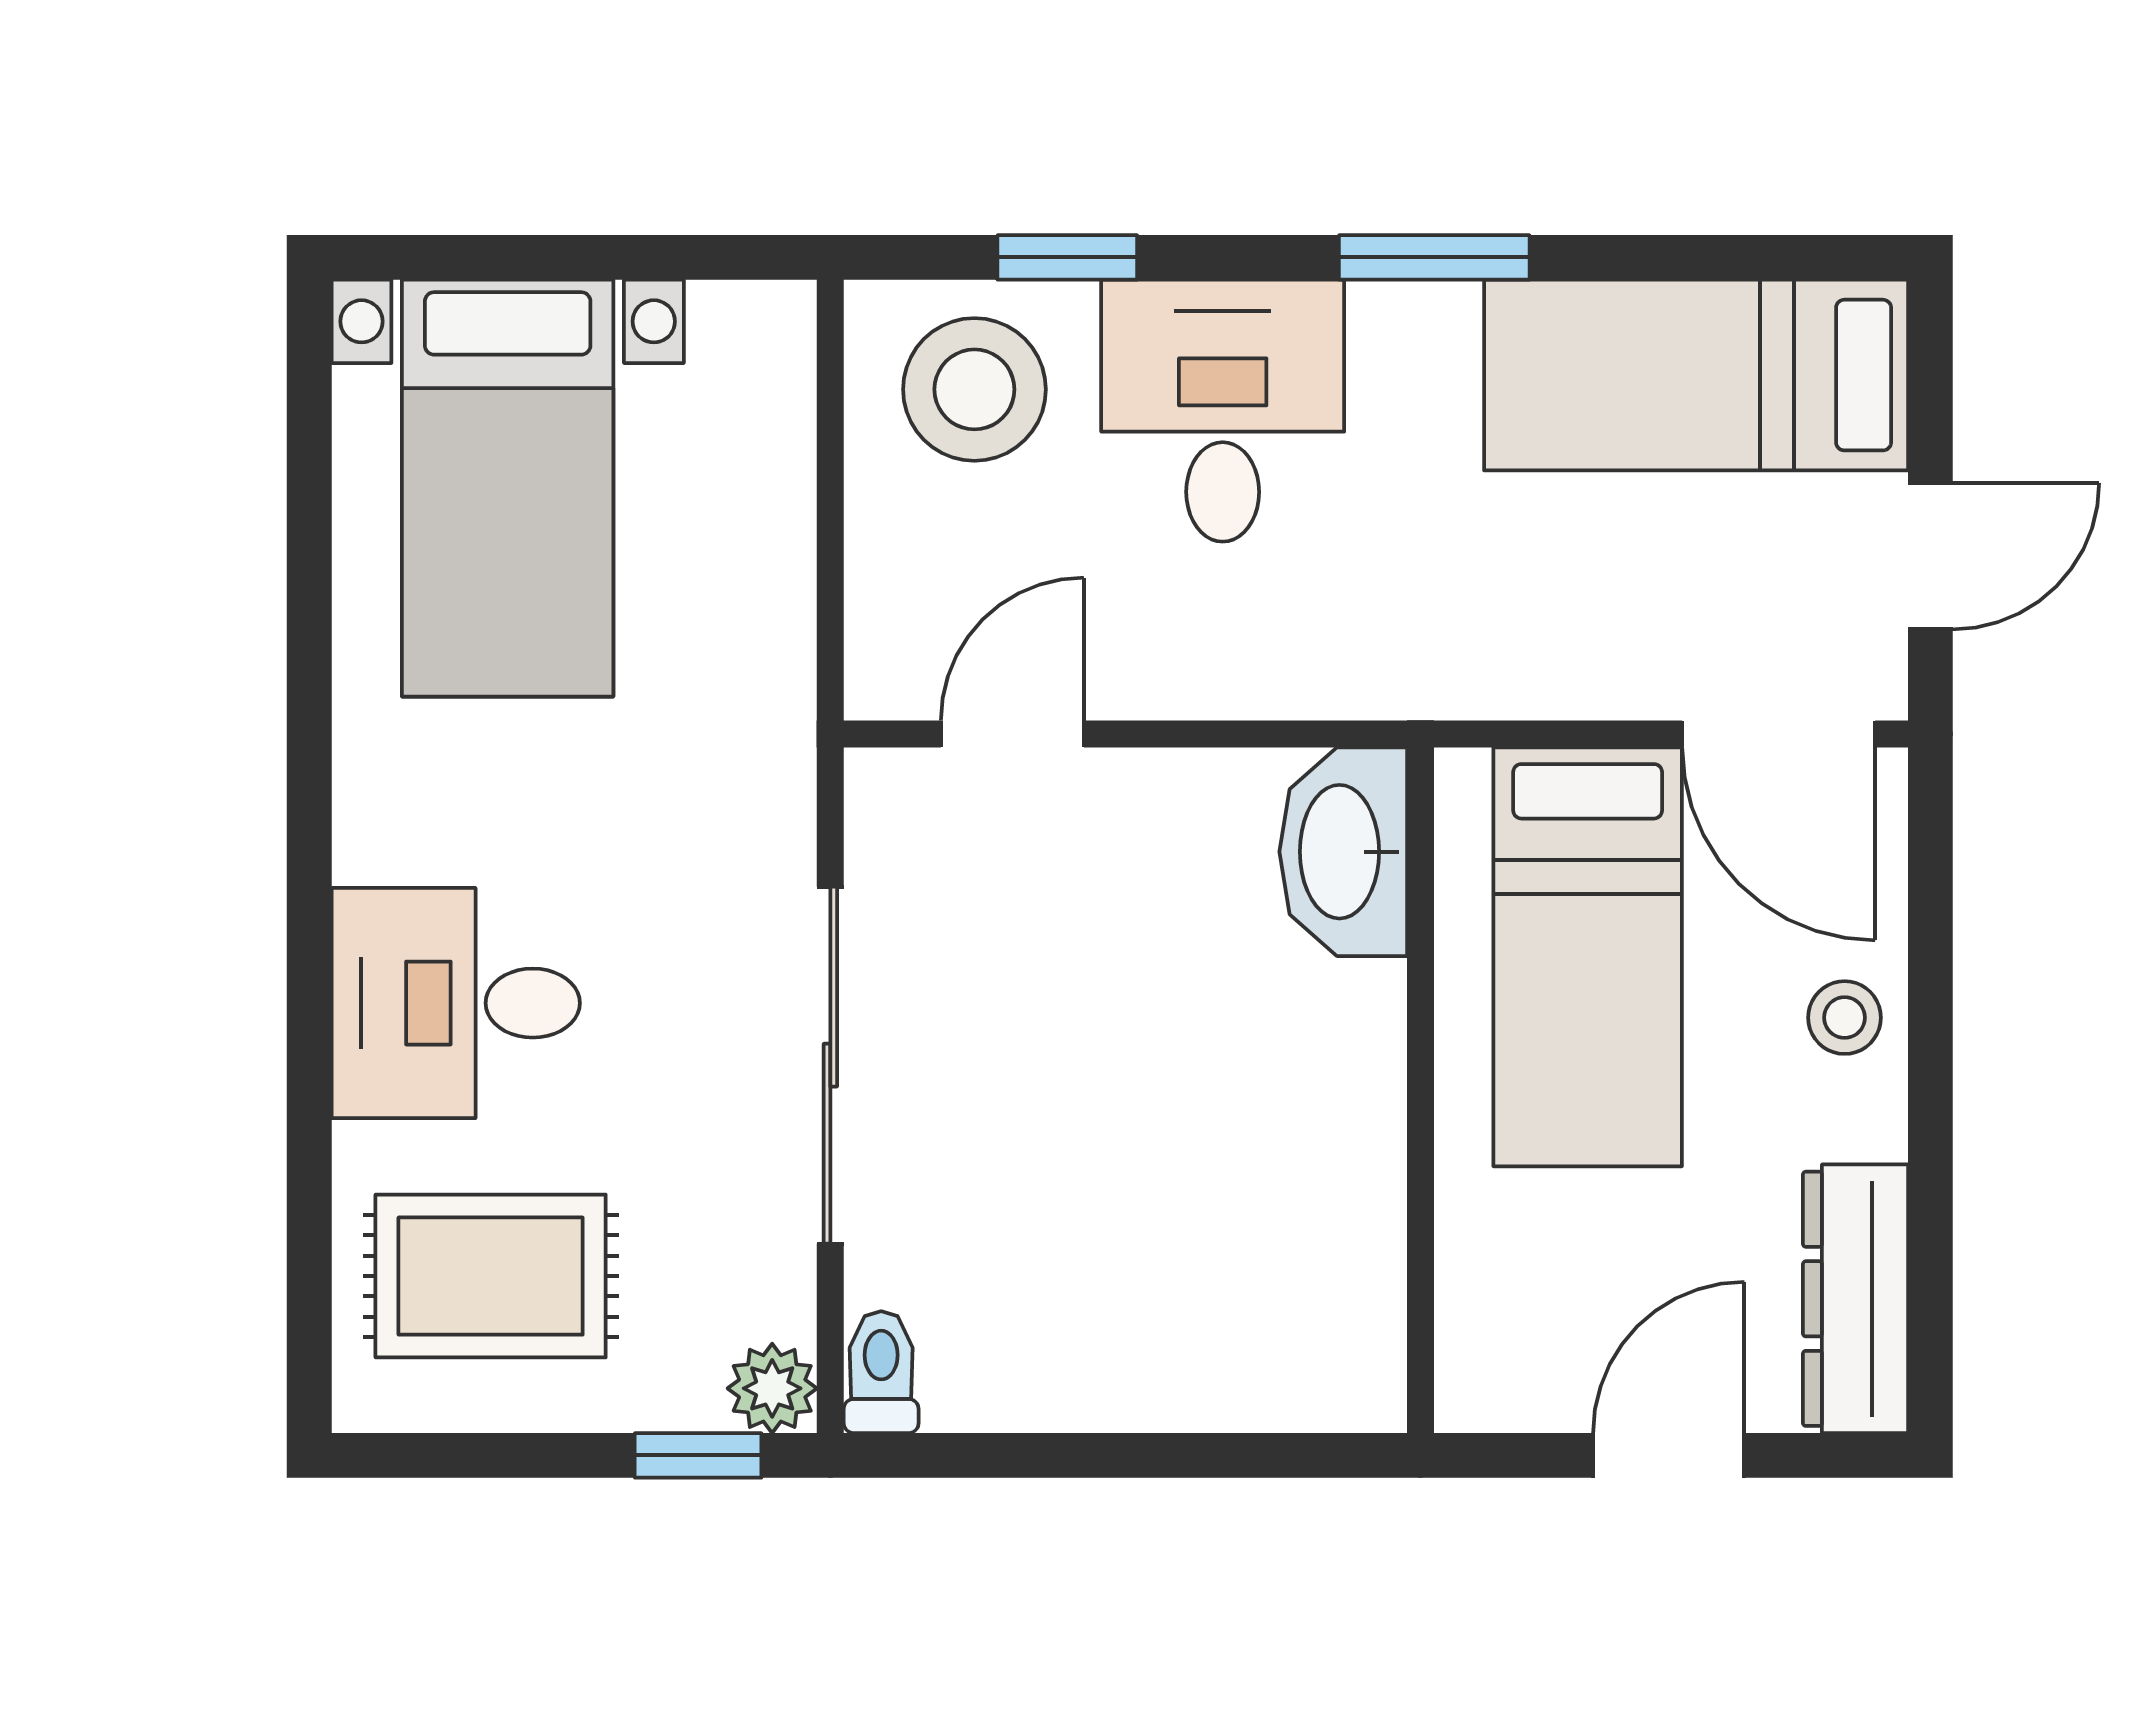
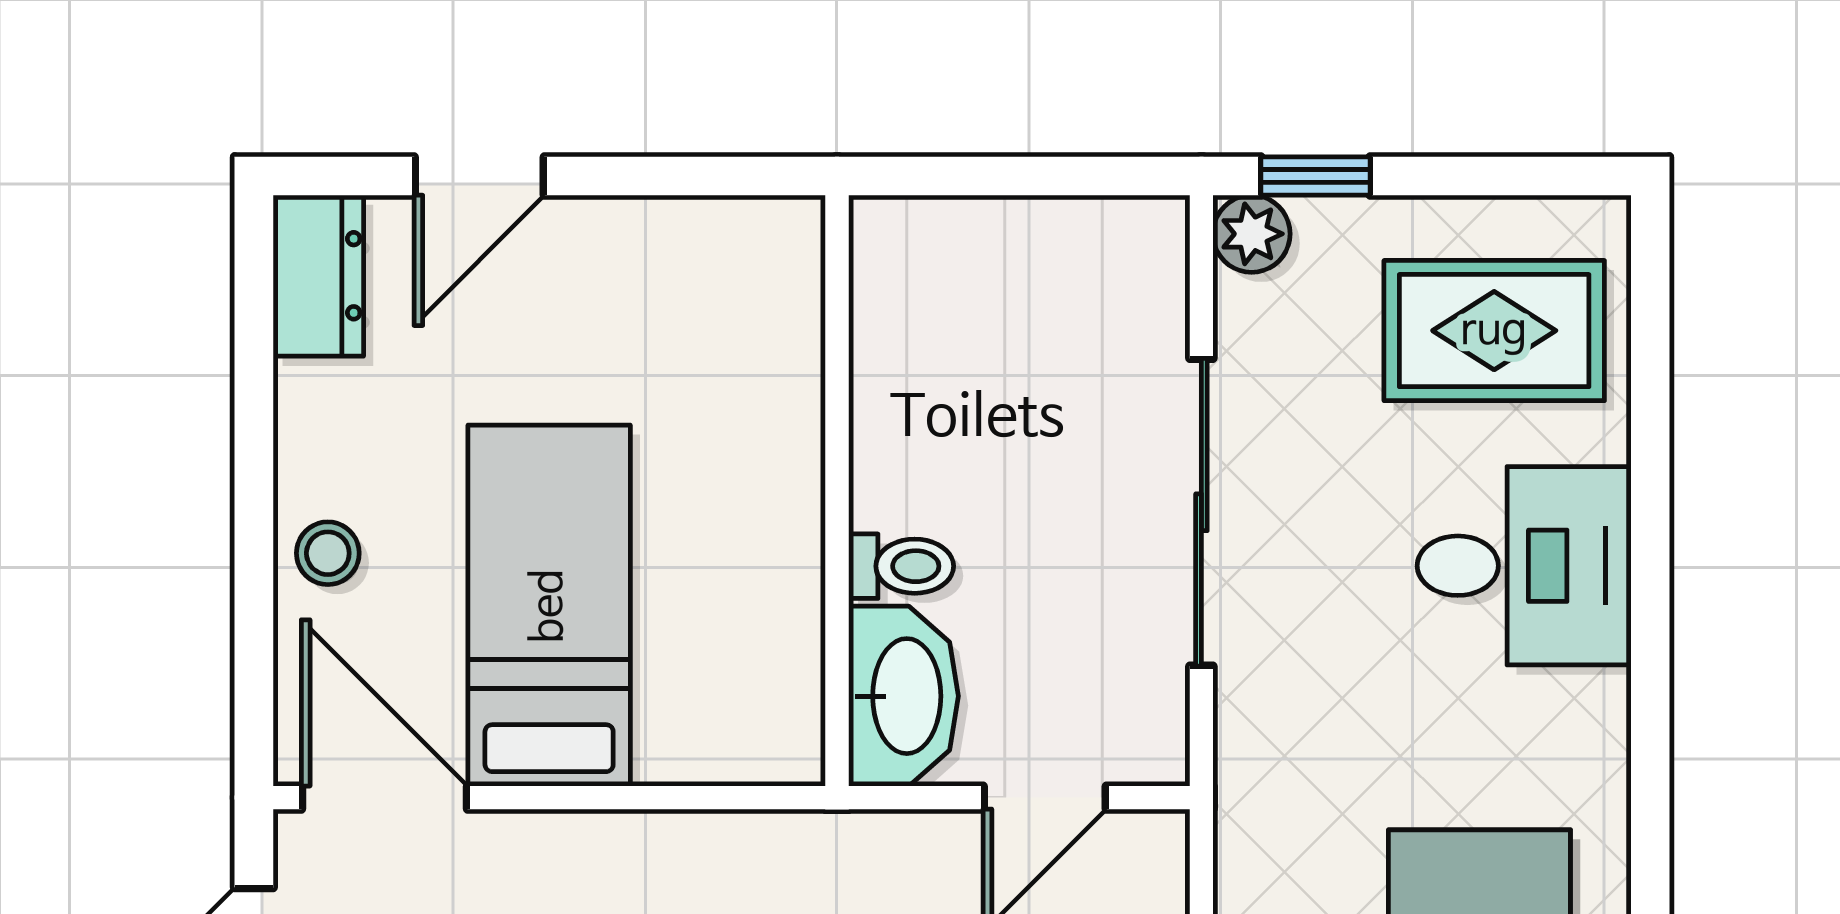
washbasin: (1343, 852) -> (903, 696), moved
wall: (1420, 1090) -> (837, 491), moved
dresser: (1856, 1299) -> (318, 276), width x0.70
toilet: (881, 1372) -> (901, 566), moved, turned -90

